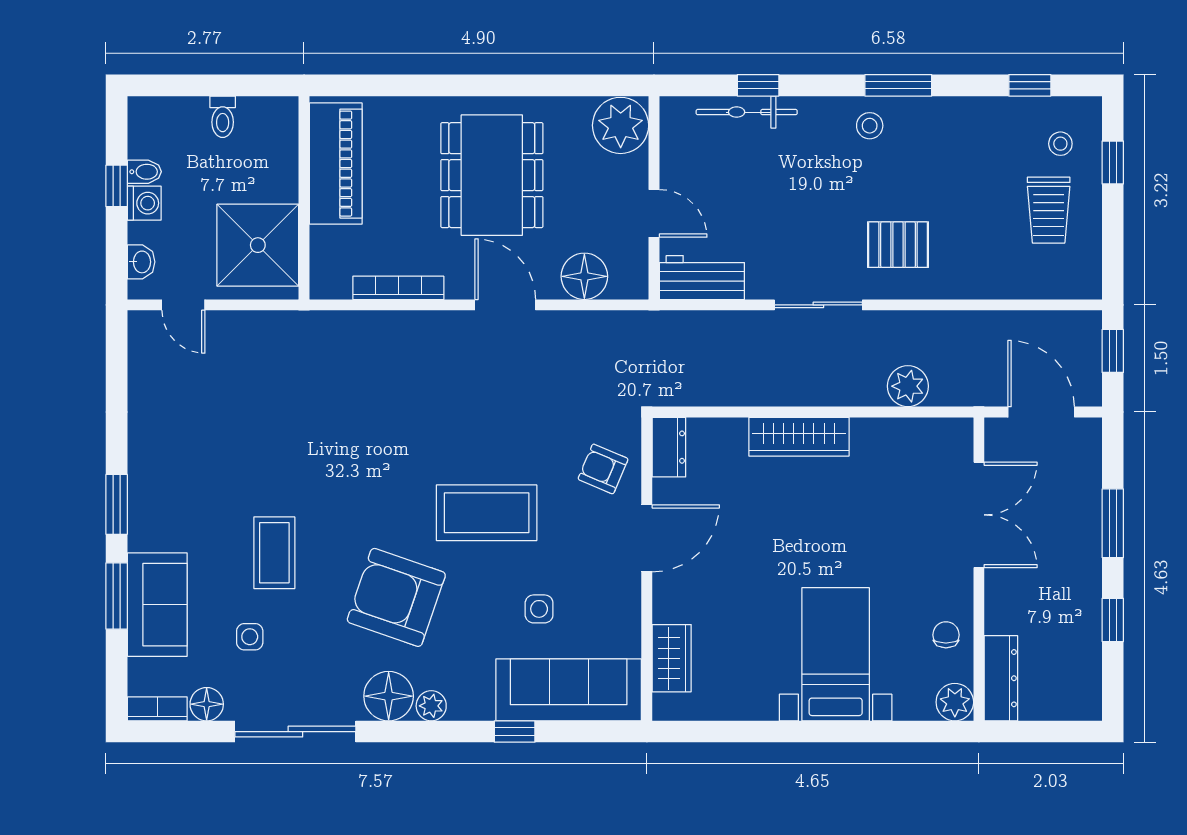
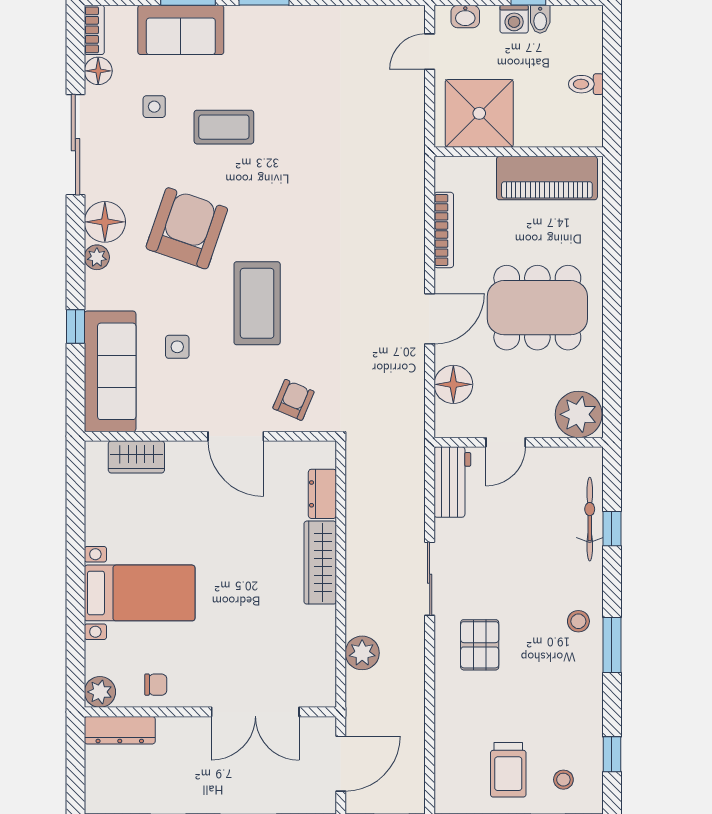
trolley: (1049, 210) -> (508, 770), turned -90
dresser: (669, 447) -> (322, 494), moved, turned 90

